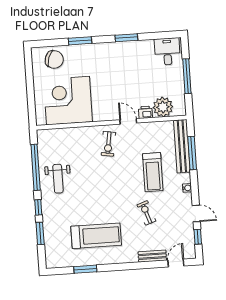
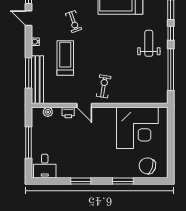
plant: (163, 107) -> (48, 112), width x0.53, depth x0.53
weight bench: (58, 179) -> (149, 43), moved

